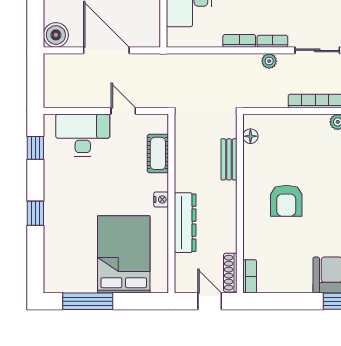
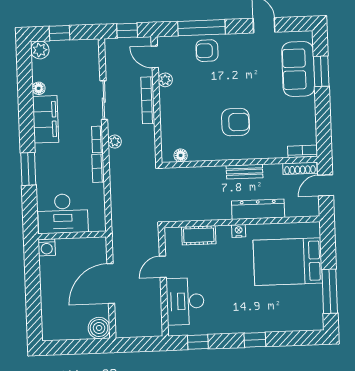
bench: (229, 159) -> (245, 172), moved

